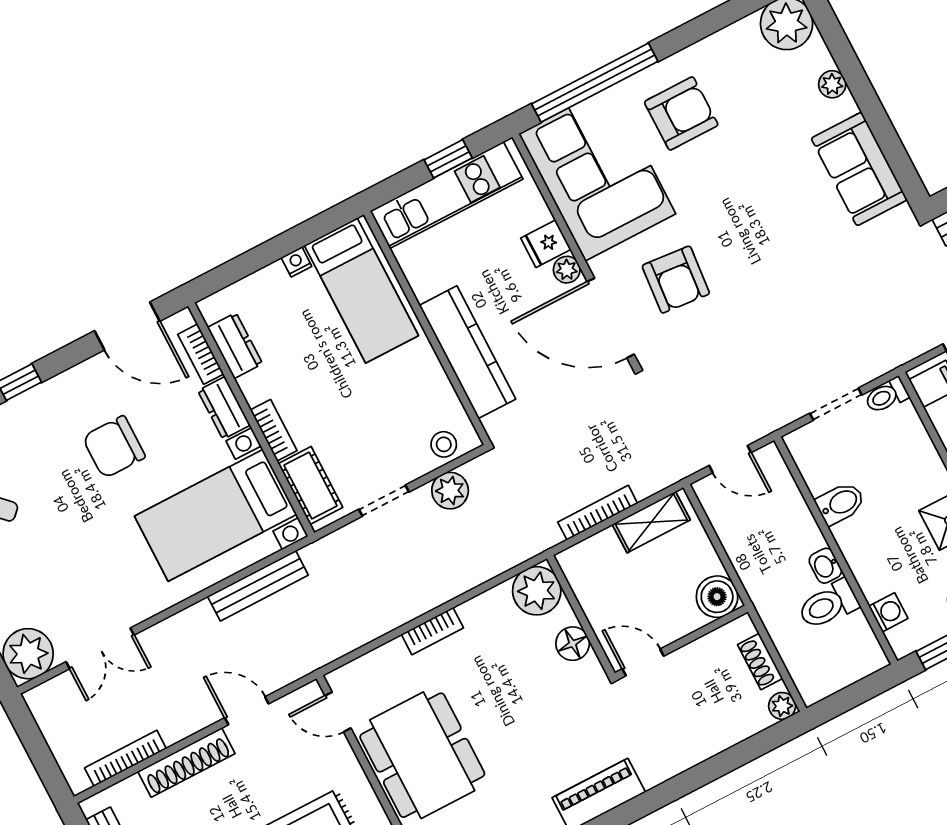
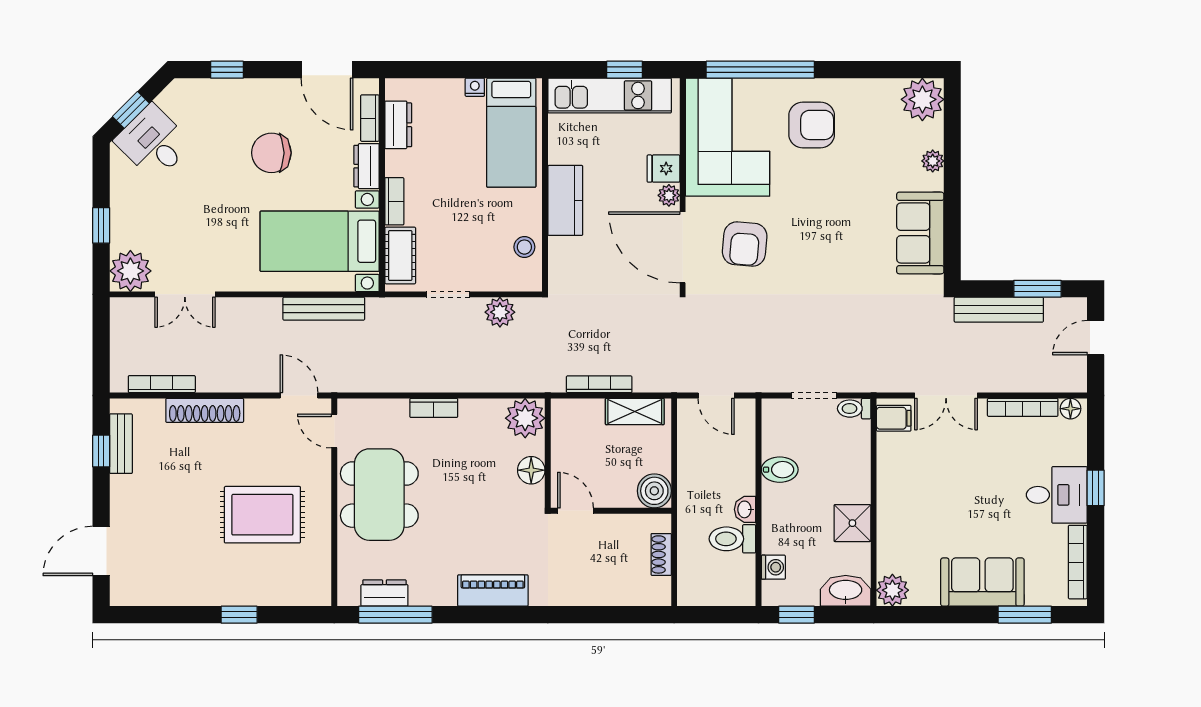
kitchen counter: (468, 352) -> (565, 200), width x0.67
stool: (444, 444) -> (524, 247), moved
plant: (782, 706) -> (660, 595), removed
door: (247, 711) -> (299, 396), moved

